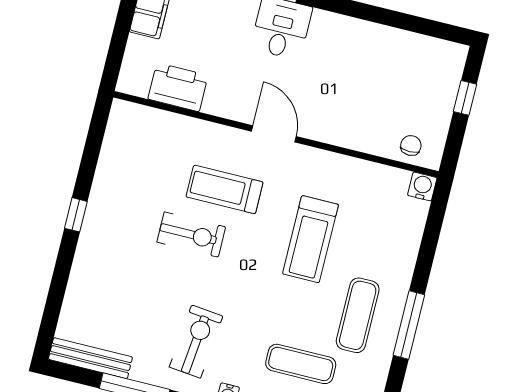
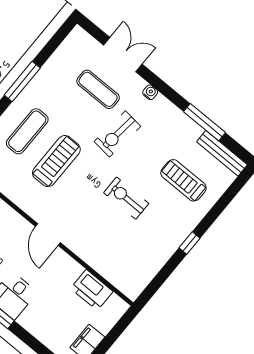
treadmill: (225, 189) -> (183, 180), moved, turned 180
exercise mat: (358, 315) -> (27, 131), moved
exercise bike: (196, 342) -> (117, 134), moved

